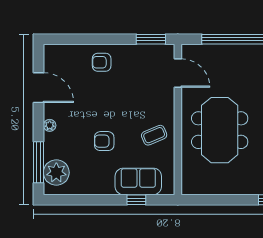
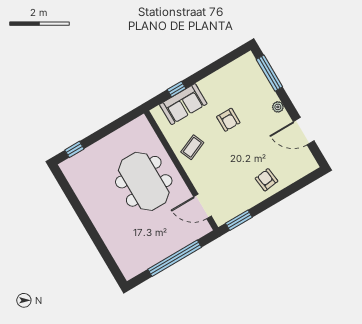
armchair: (102, 62) -> (266, 180), turned -97
armchair: (104, 141) -> (228, 120), turned 90
plant: (56, 173) -> (251, 73), removed

